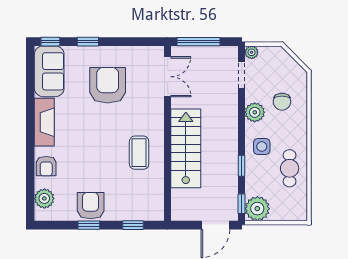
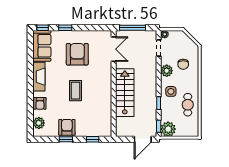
coffee table: (139, 153) -> (76, 91), moved

